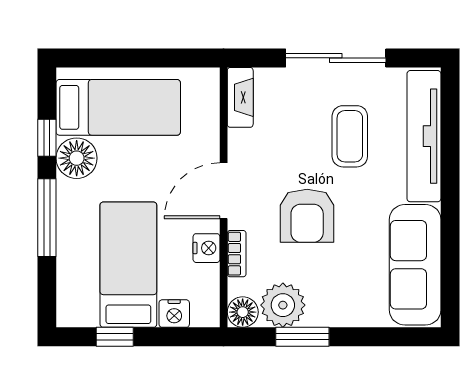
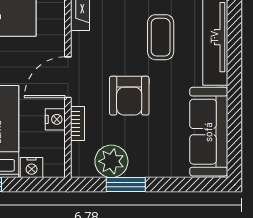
floor lamp: (243, 312) -> (82, 166), removed

